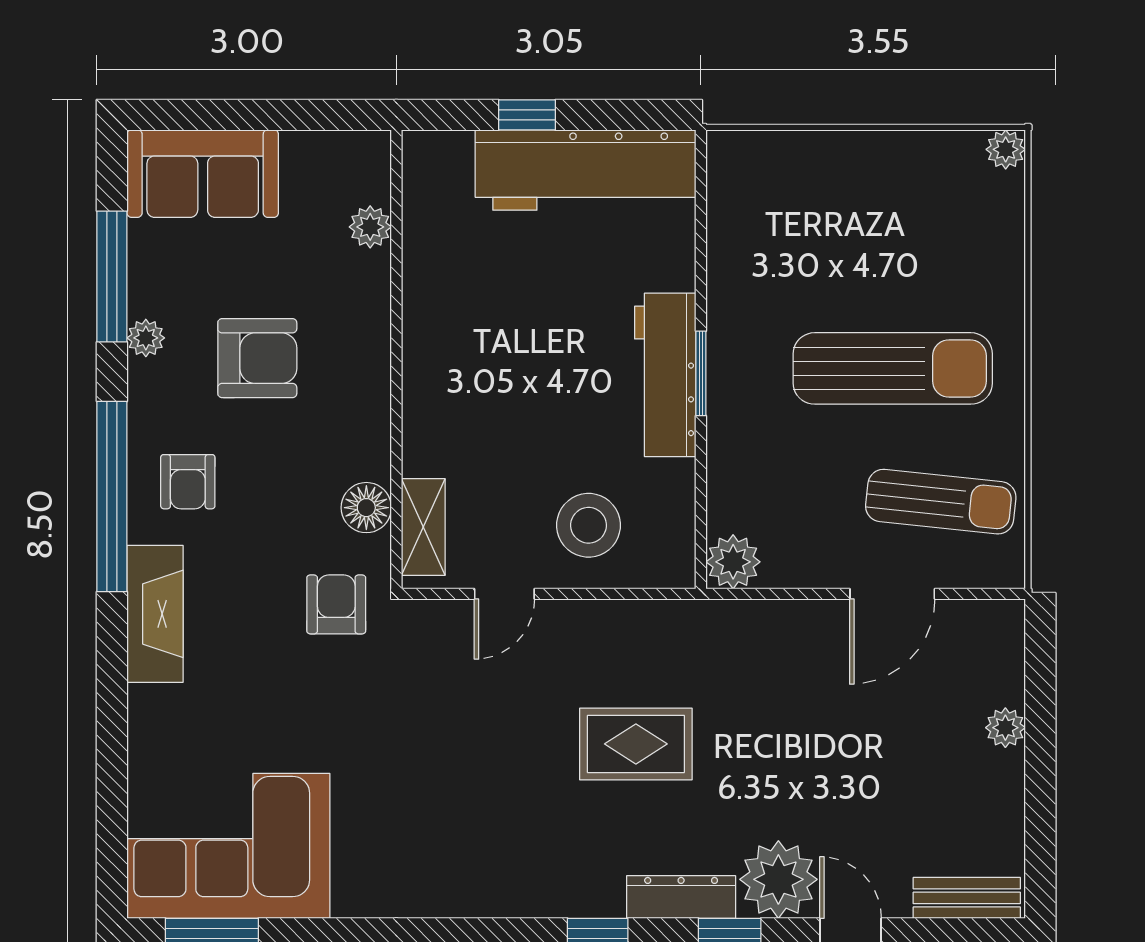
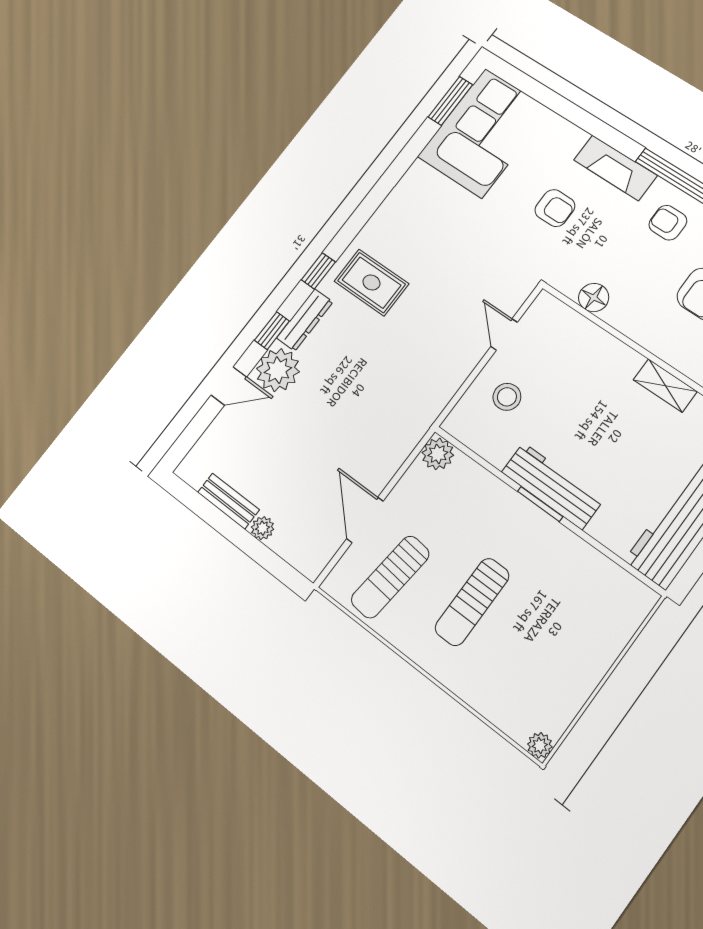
sun lounger: (893, 368) -> (472, 602), width x0.73, depth x0.75
stool: (589, 525) -> (507, 397), width x0.73, depth x0.73
shelving: (423, 527) -> (665, 386), moved
armchair: (336, 604) -> (555, 208), moved
rug: (636, 744) -> (371, 283), moved, turned 90
bench: (967, 898) -> (228, 501), moved, turned 90

